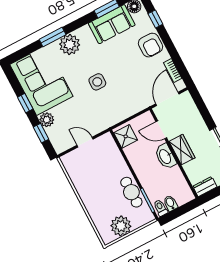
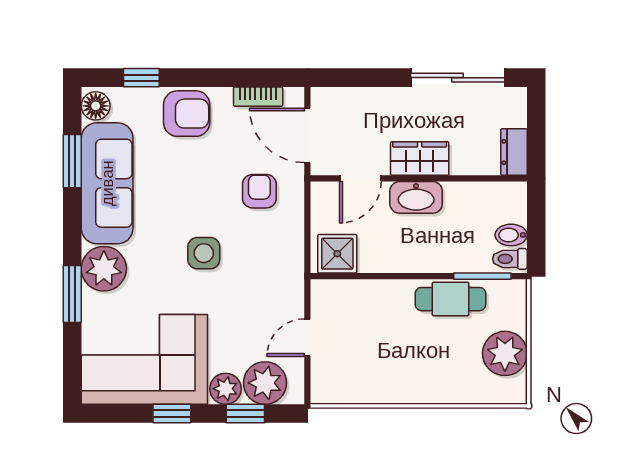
sofa: (112, 24) -> (107, 183), width x1.36
armchair: (134, 91) -> (259, 191), added
plant: (58, 135) -> (265, 383), added

